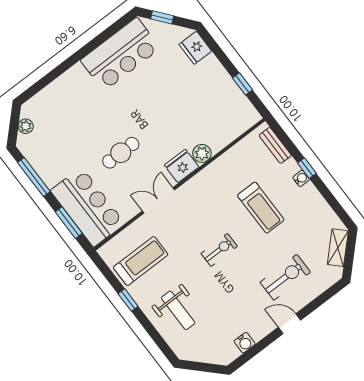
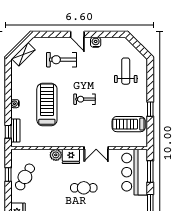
cafe table: (219, 97) -> (25, 177), added
cafe table: (121, 153) -> (84, 188), moved
window: (307, 168) -> (8, 132), moved
treadmill: (261, 208) -> (47, 105), width x1.37, depth x1.38
weight bench: (178, 310) -> (126, 71), moved
water cooler: (245, 343) -> (96, 42), moved

